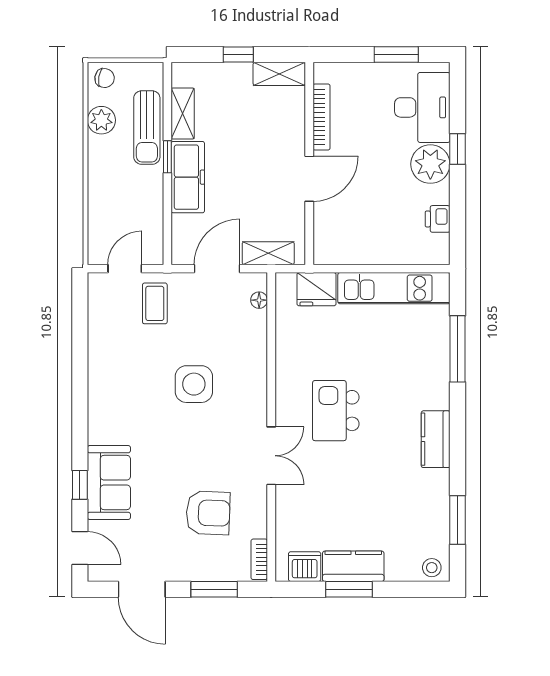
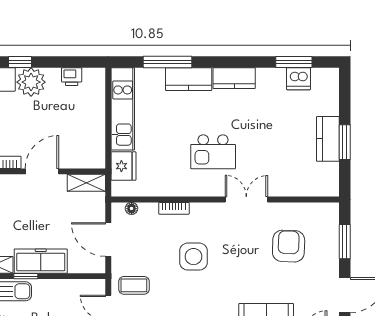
door: (309, 179) -> (42, 171), hinge flipped
shelving: (268, 253) -> (86, 183), moved, turned 90
kitchen counter: (434, 377) -> (189, 79), added
bookcase: (259, 559) -> (174, 208), moved
dishwasher: (305, 567) -> (299, 79), moved, turned -90
stool: (432, 568) -> (329, 81), removed

